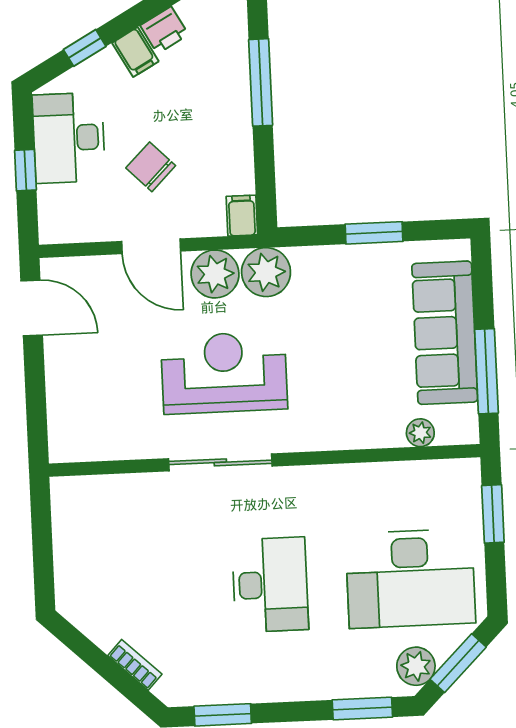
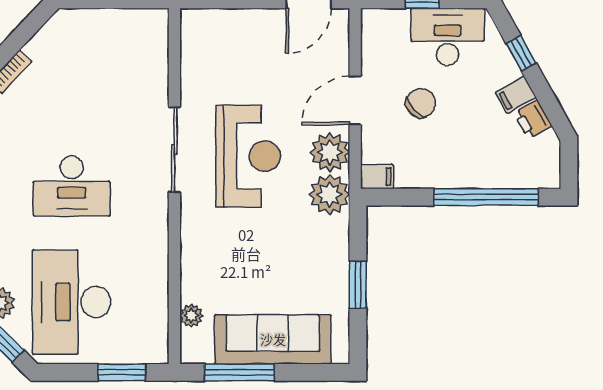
window: (261, 82) -> (486, 197), width x1.46

